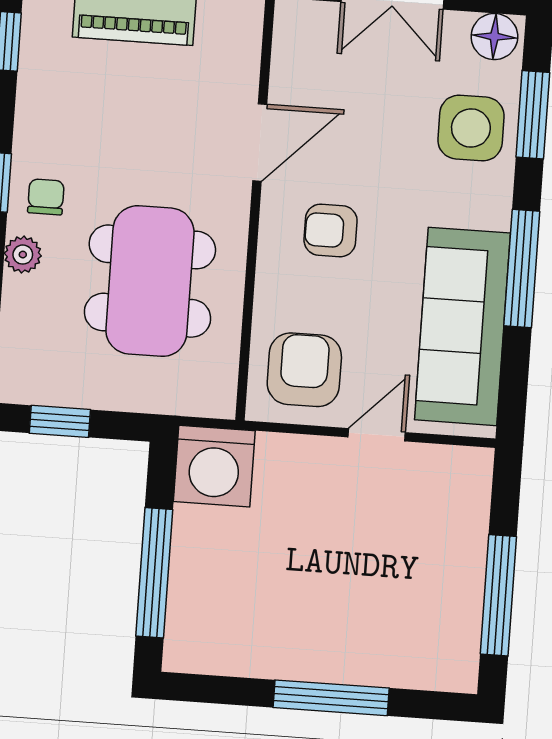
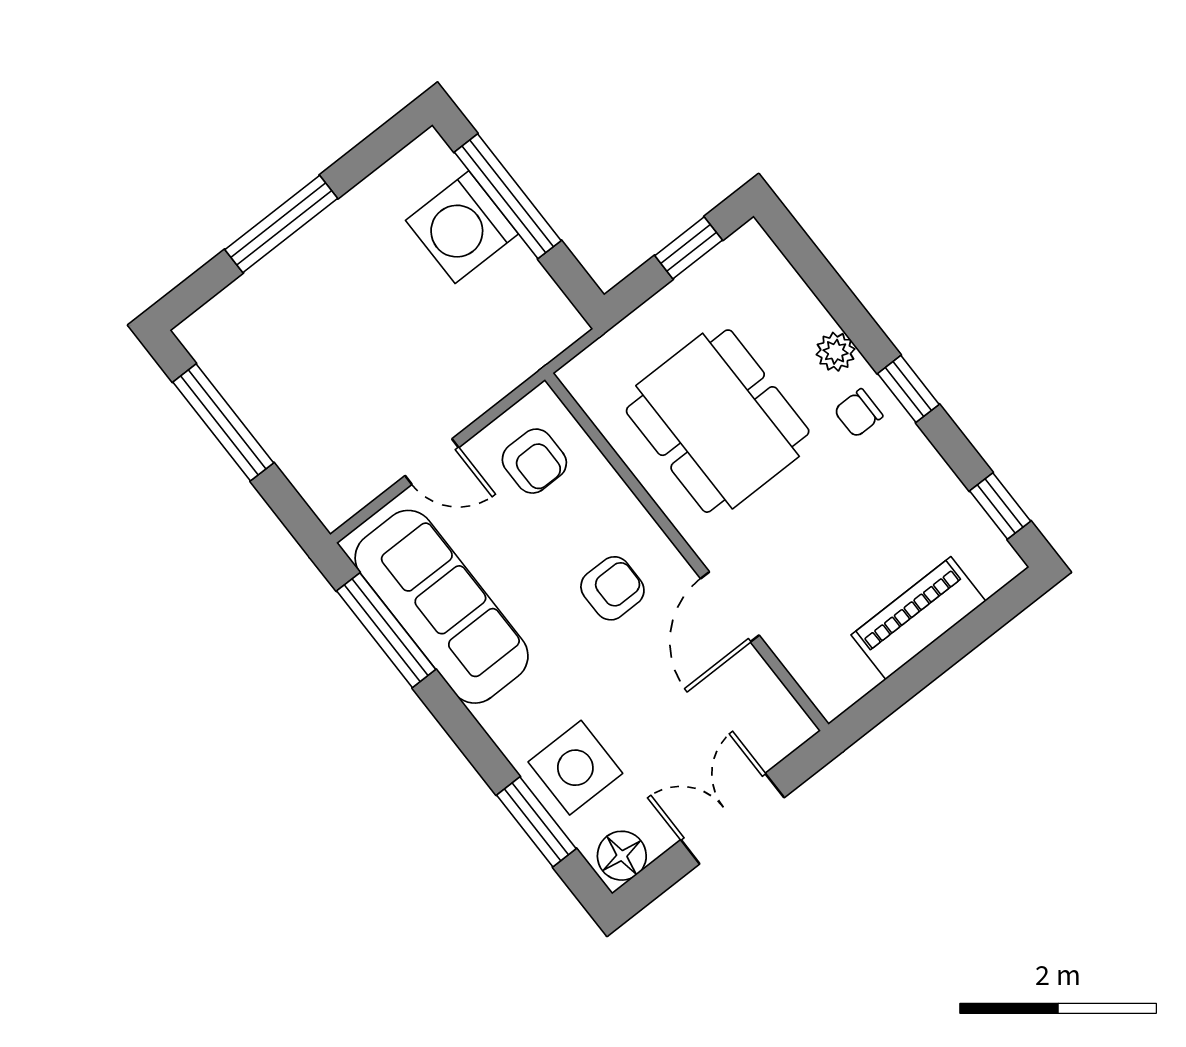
chair: (46, 197) -> (858, 413), turned 90
window: (522, 269) -> (386, 630), moved
armchair: (304, 370) -> (534, 461), width x0.72, depth x0.72
door: (377, 435) -> (432, 462), hinge flipped
washing machine: (214, 466) -> (462, 227), moved, turned -90

